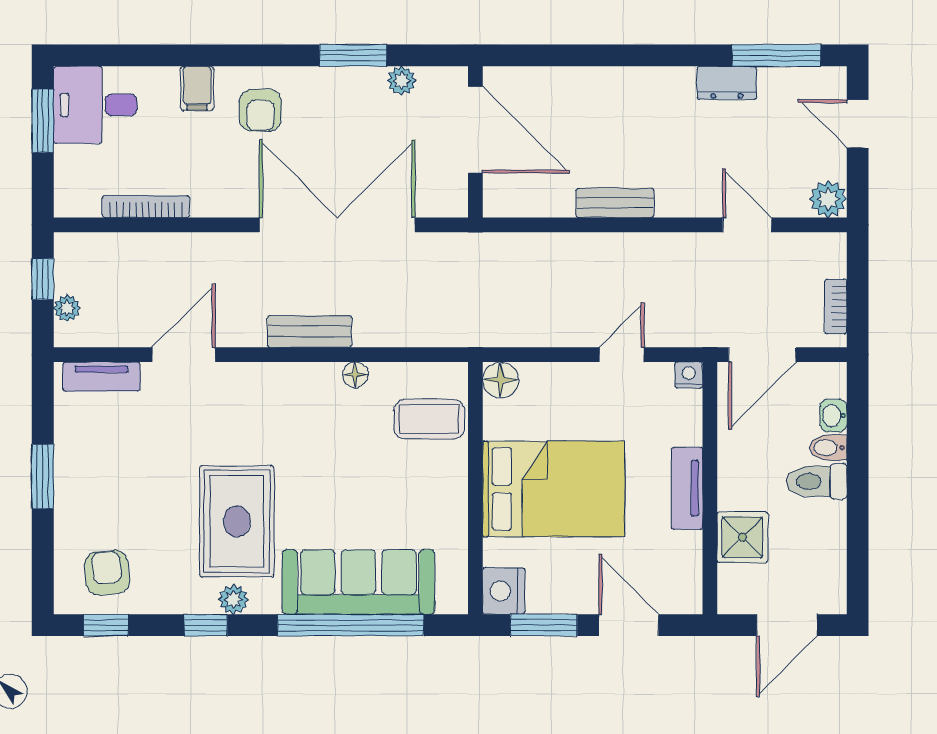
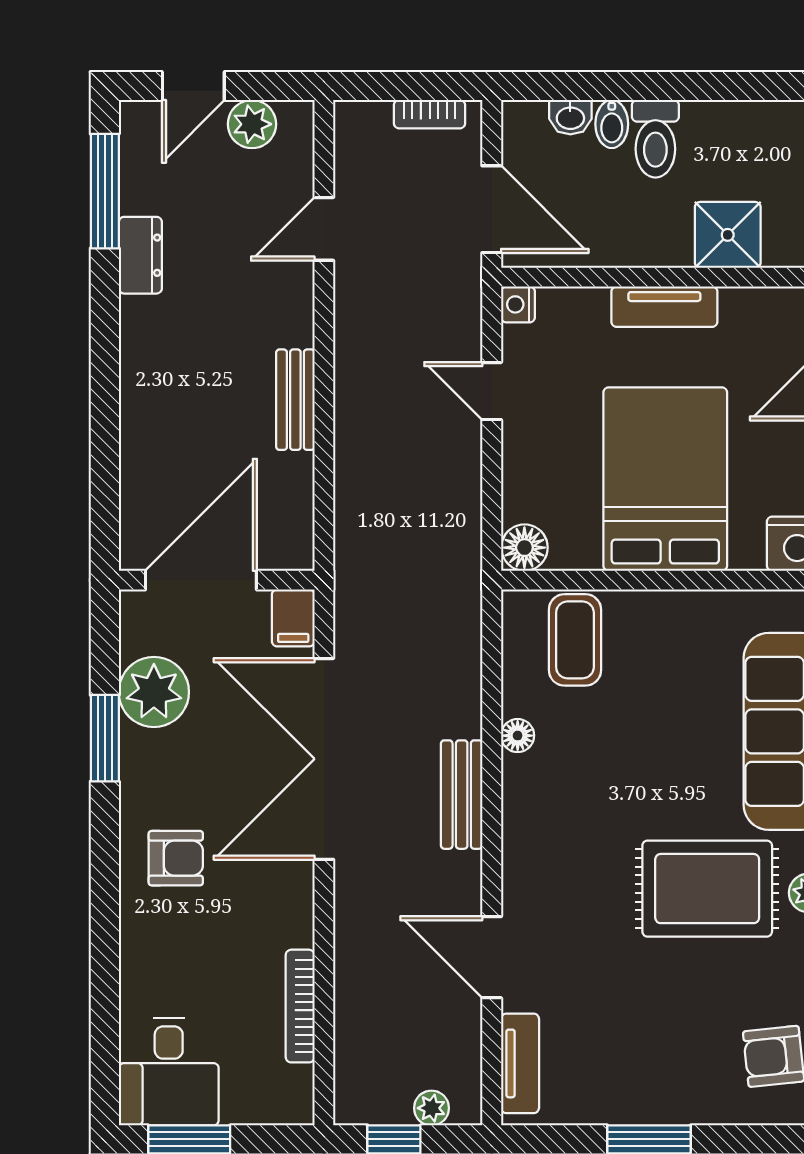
plant: (402, 81) -> (154, 692), width x1.88, depth x1.88
filing cabinet: (197, 88) -> (293, 618), moved, turned 90
plant: (828, 199) -> (252, 124), moved

